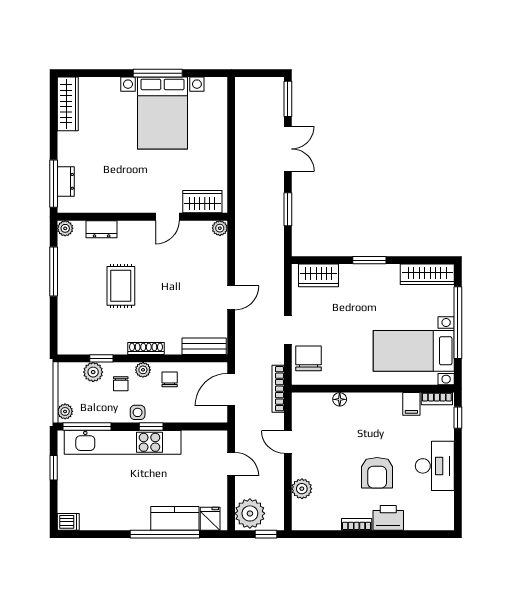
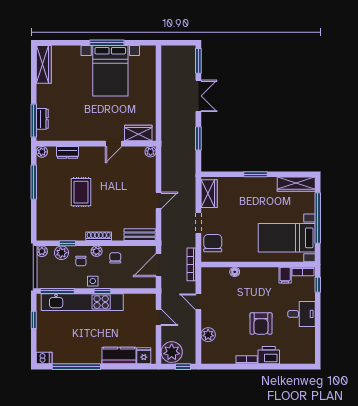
wardrobe: (319, 275) -> (209, 194), moved, turned -90
plant: (65, 411) -> (42, 251), moved
desk: (435, 466) -> (302, 314), width x0.73
window: (165, 534) -> (76, 367), moved

